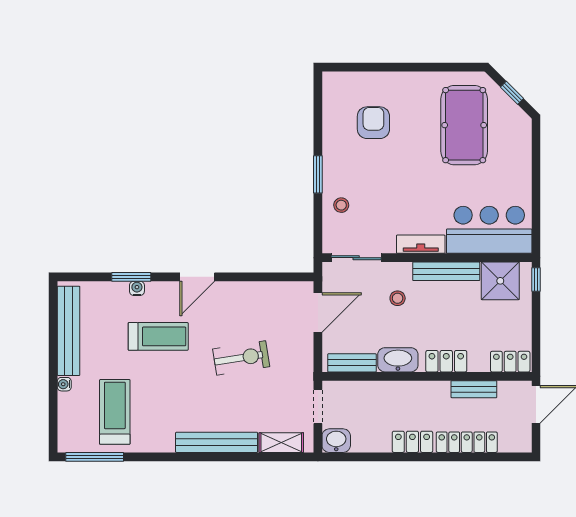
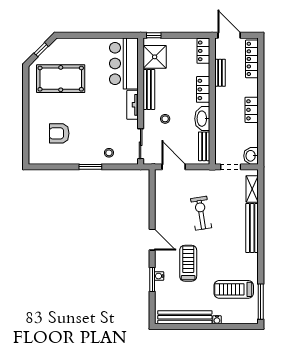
locker: (467, 442) -> (252, 59), moved

